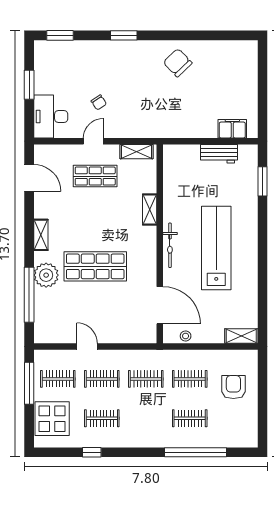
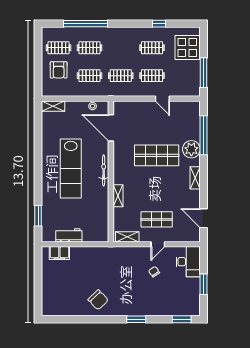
clothes rail: (58, 379) -> (58, 48), moved

